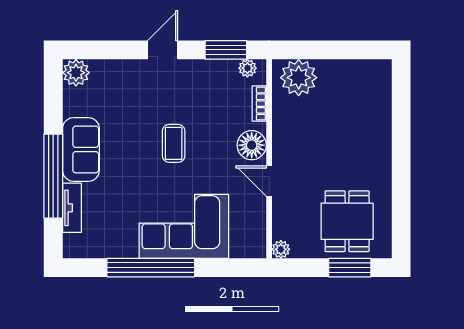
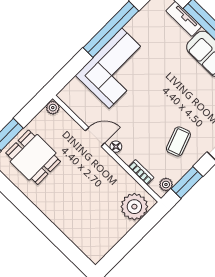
coffee table: (174, 143) -> (178, 142), moved, turned 70
floor lamp: (252, 145) -> (116, 147), width x0.53, depth x0.53

